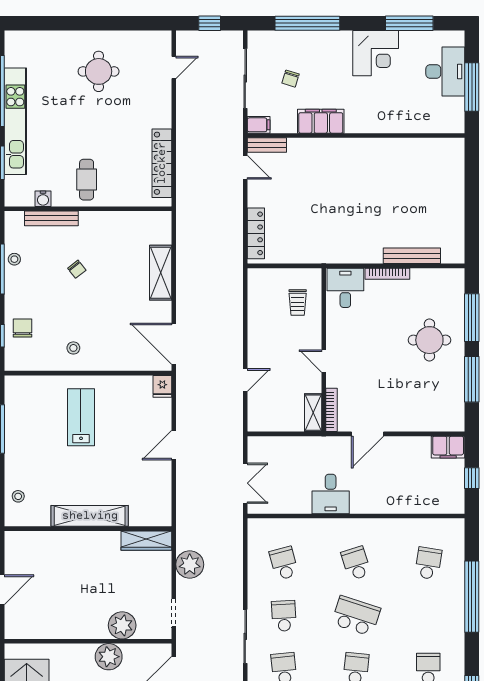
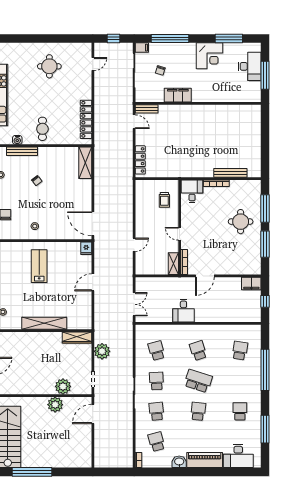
filing cabinet: (259, 125) -> (142, 48), moved
shelving: (161, 273) -> (85, 163), moved

